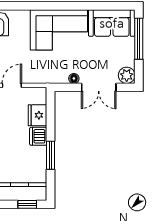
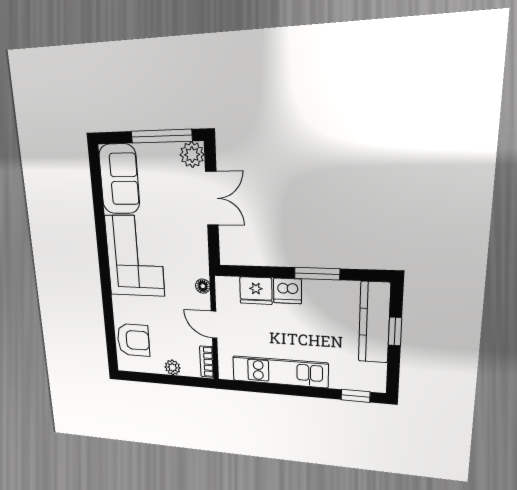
window: (139, 39) -> (161, 136), moved
floor lamp: (74, 78) -> (203, 286), moved
window: (27, 204) -> (395, 331), moved

